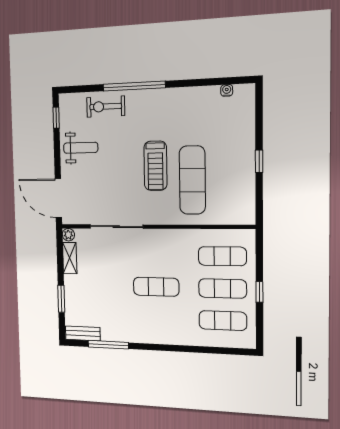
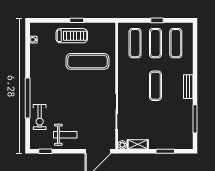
weight bench: (81, 148) -> (65, 135), turned 90
treadmill: (155, 166) -> (72, 36), moved
bench: (83, 333) -> (188, 87), moved

